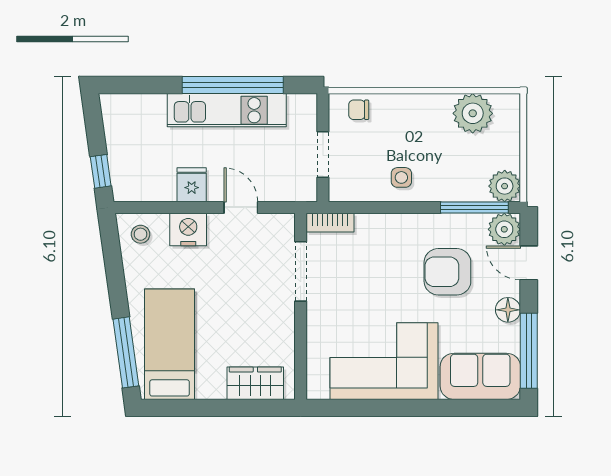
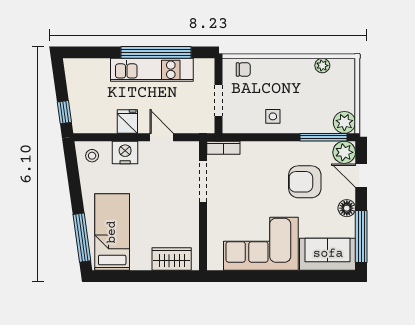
chair: (359, 110) -> (243, 69), turned 180
plant: (473, 113) -> (322, 66), width x0.53, depth x0.53

